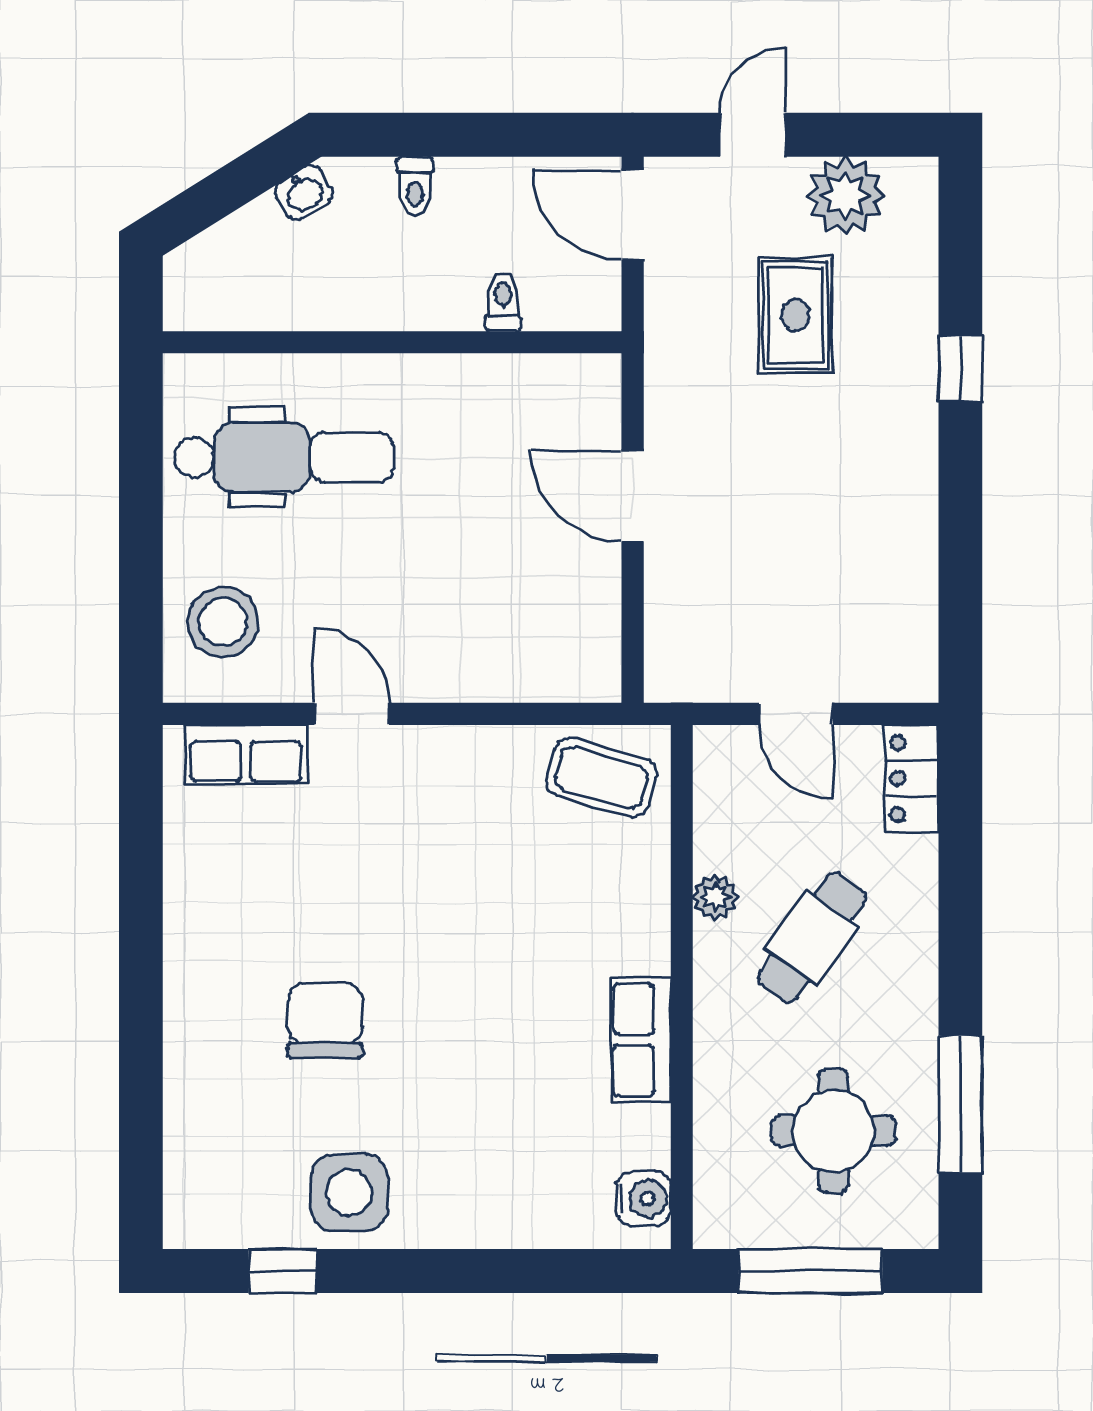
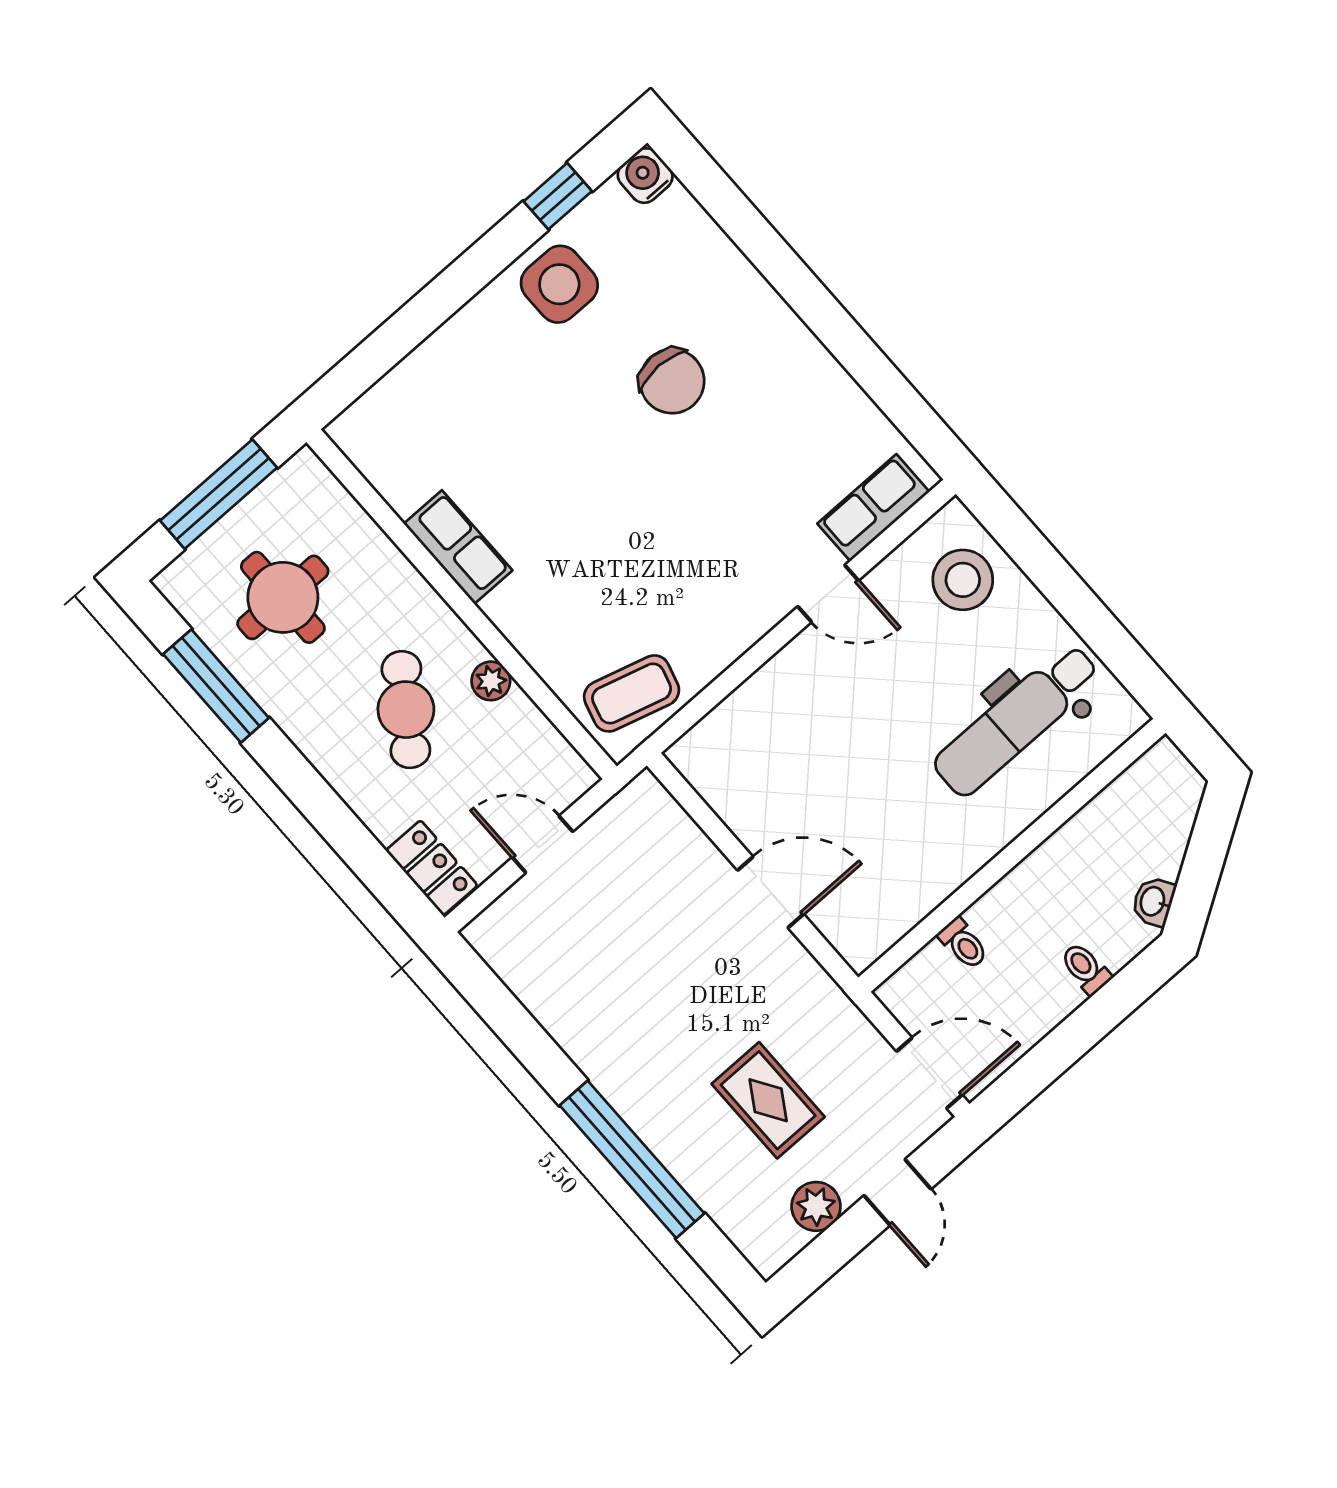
plant: (845, 195) -> (816, 1206), width x0.73, depth x0.73
window: (960, 368) -> (632, 1159), width x3.17
water cooler: (643, 1199) -> (645, 176), moved, turned 90

